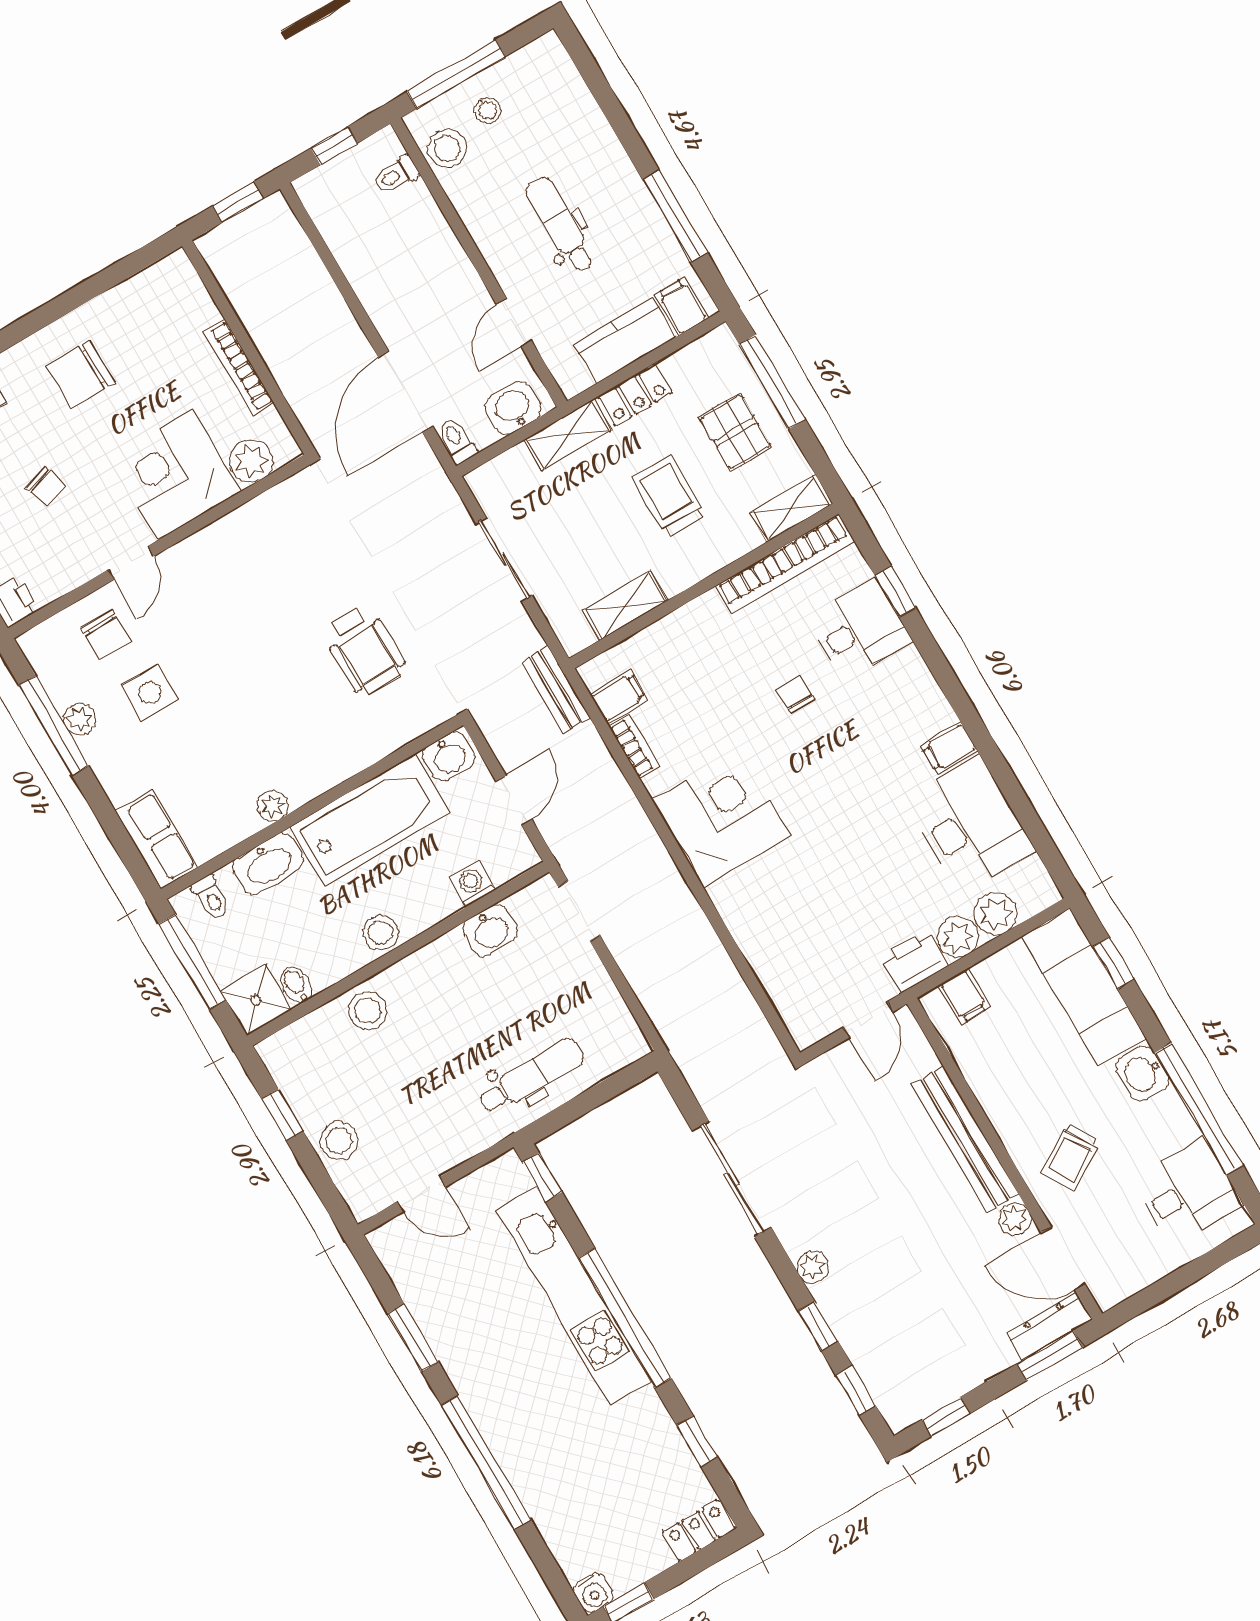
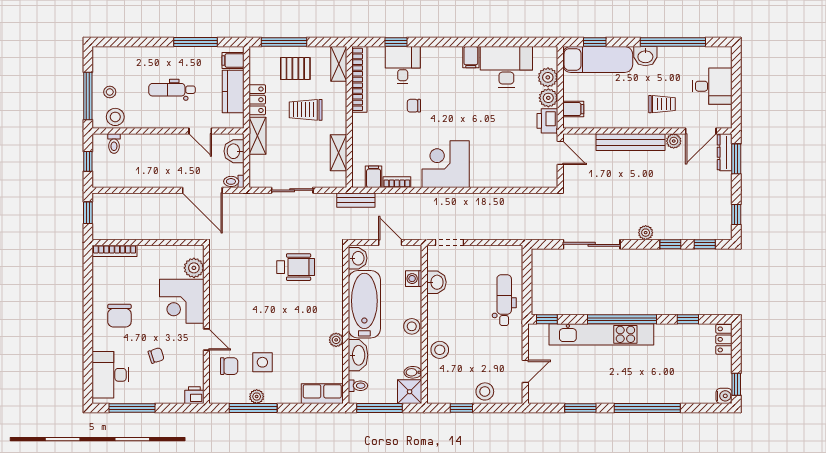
bookcase: (239, 368) -> (114, 251), moved
trolley: (1071, 1157) -> (662, 104), turned -58
desk: (1187, 1192) -> (712, 86), moved, turned 90

